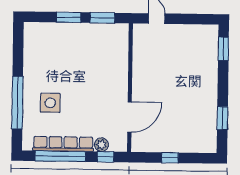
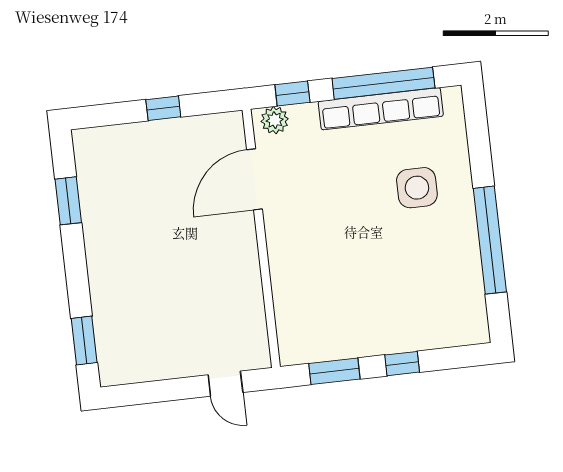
window: (69, 17) -> (402, 364), width x0.67
window: (17, 103) -> (490, 240), moved
plant: (101, 145) -> (275, 120), moved

